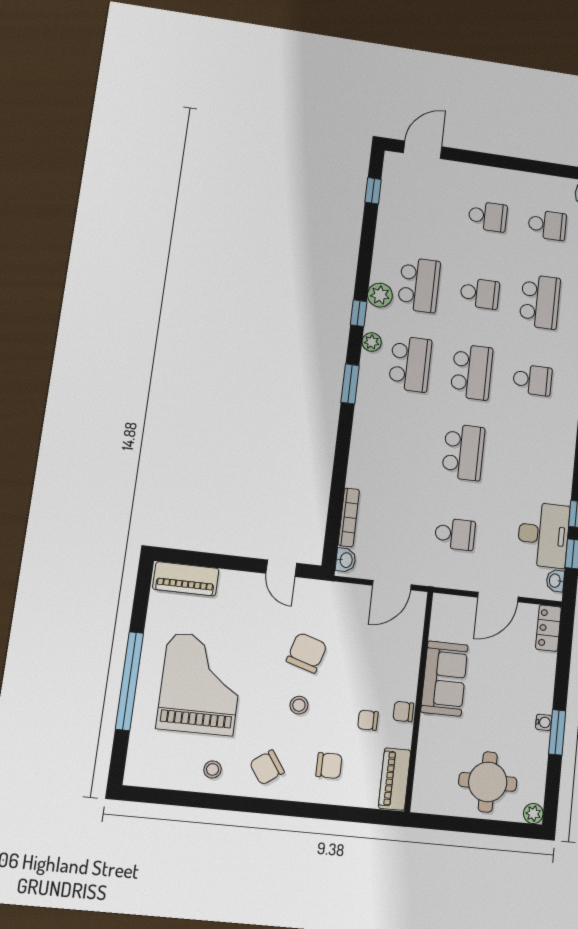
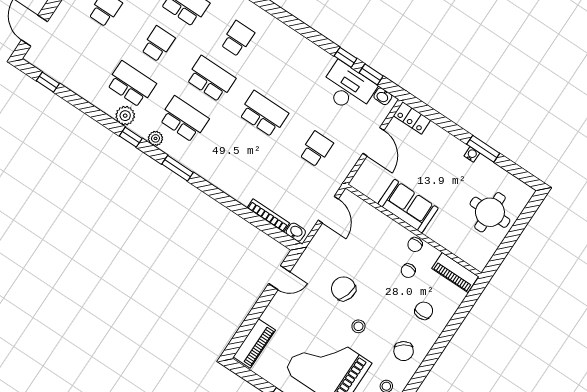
stool: (299, 705) -> (358, 326), moved
plant: (533, 813) -> (526, 193), removed

